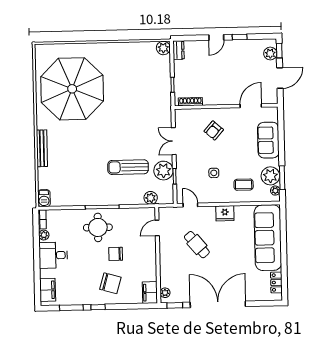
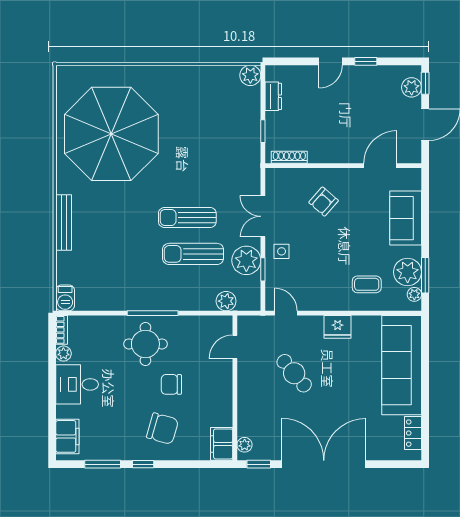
dresser: (179, 50) -> (273, 96), moved
sun lounger: (124, 143) -> (187, 217), added
side table: (214, 173) -> (282, 251), moved

